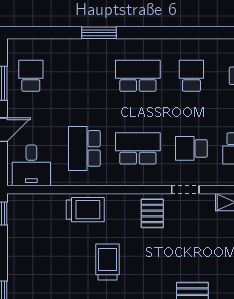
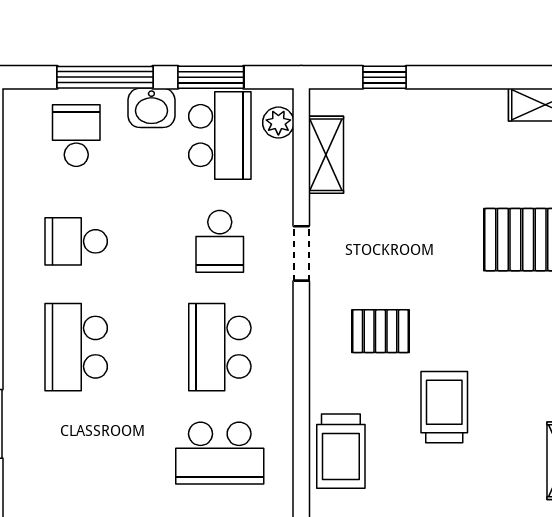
trolley: (85, 210) -> (341, 451), turned 180
pallet: (152, 213) -> (381, 331), moved
trolley: (108, 262) -> (444, 407), turned 90

